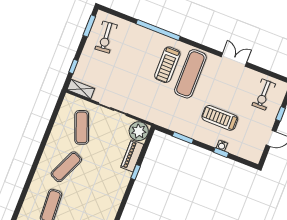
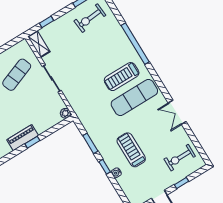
double door: (234, 60) -> (177, 112), swing flipped
plant: (139, 131) -> (65, 113), width x0.53, depth x0.53
window: (221, 153) -> (105, 167), moved
piano: (132, 156) -> (23, 138), moved

